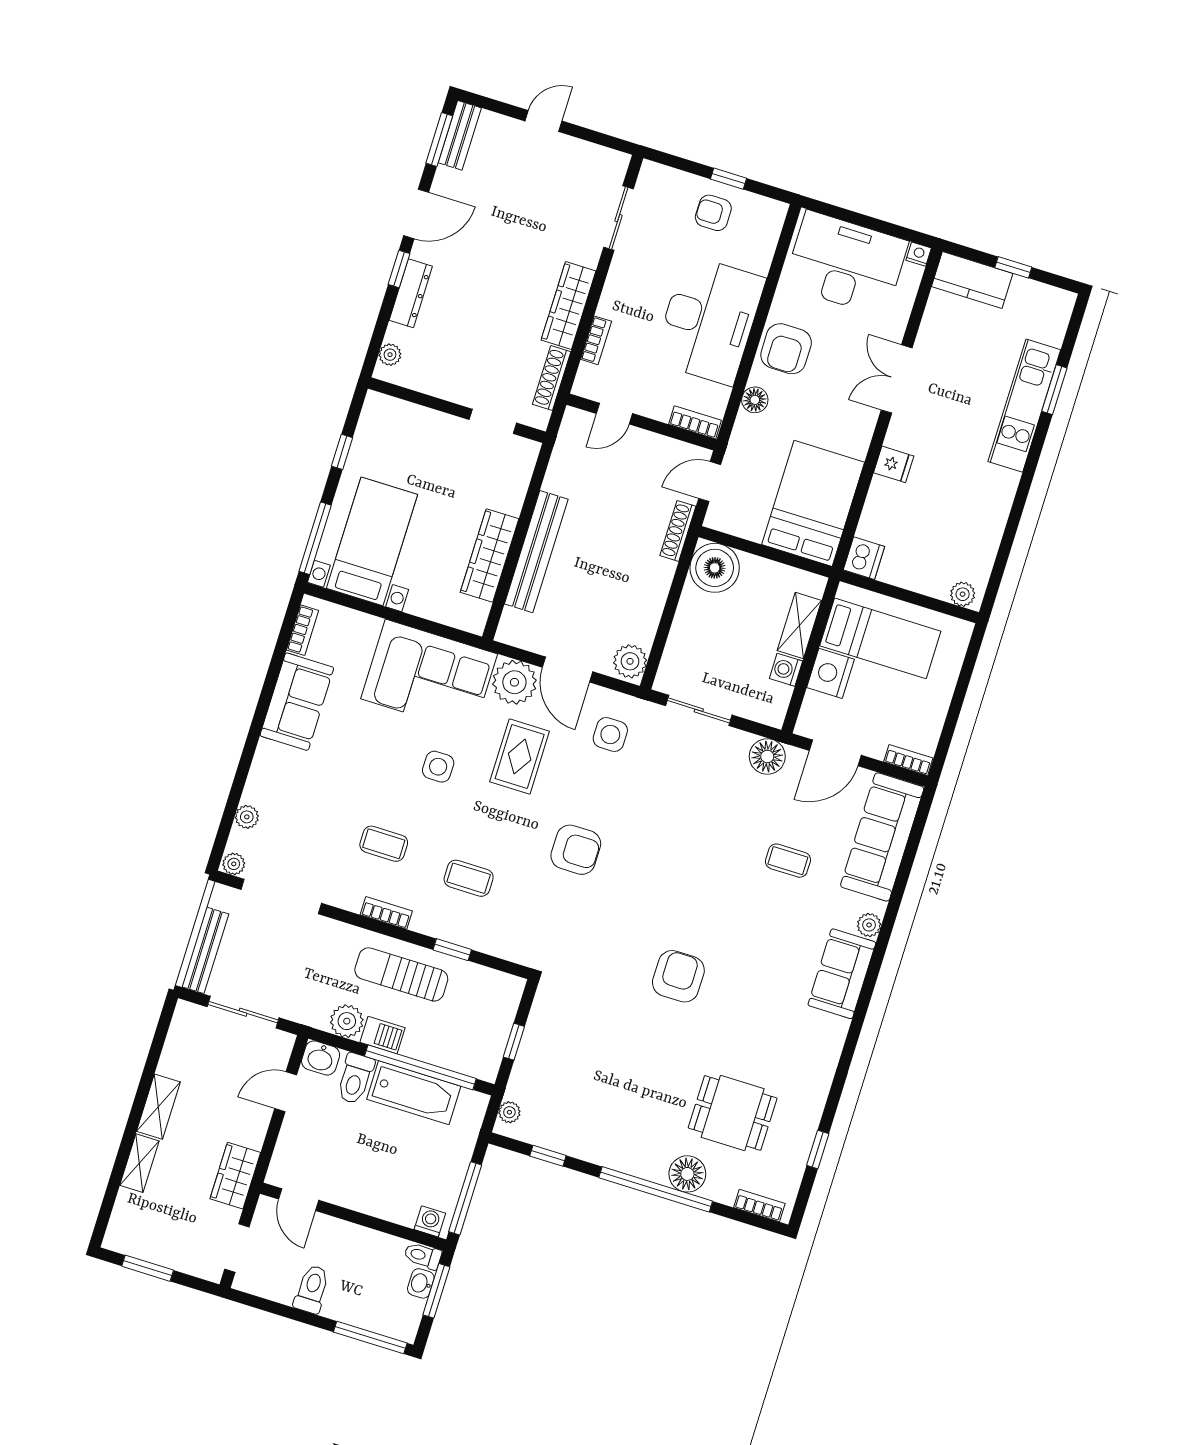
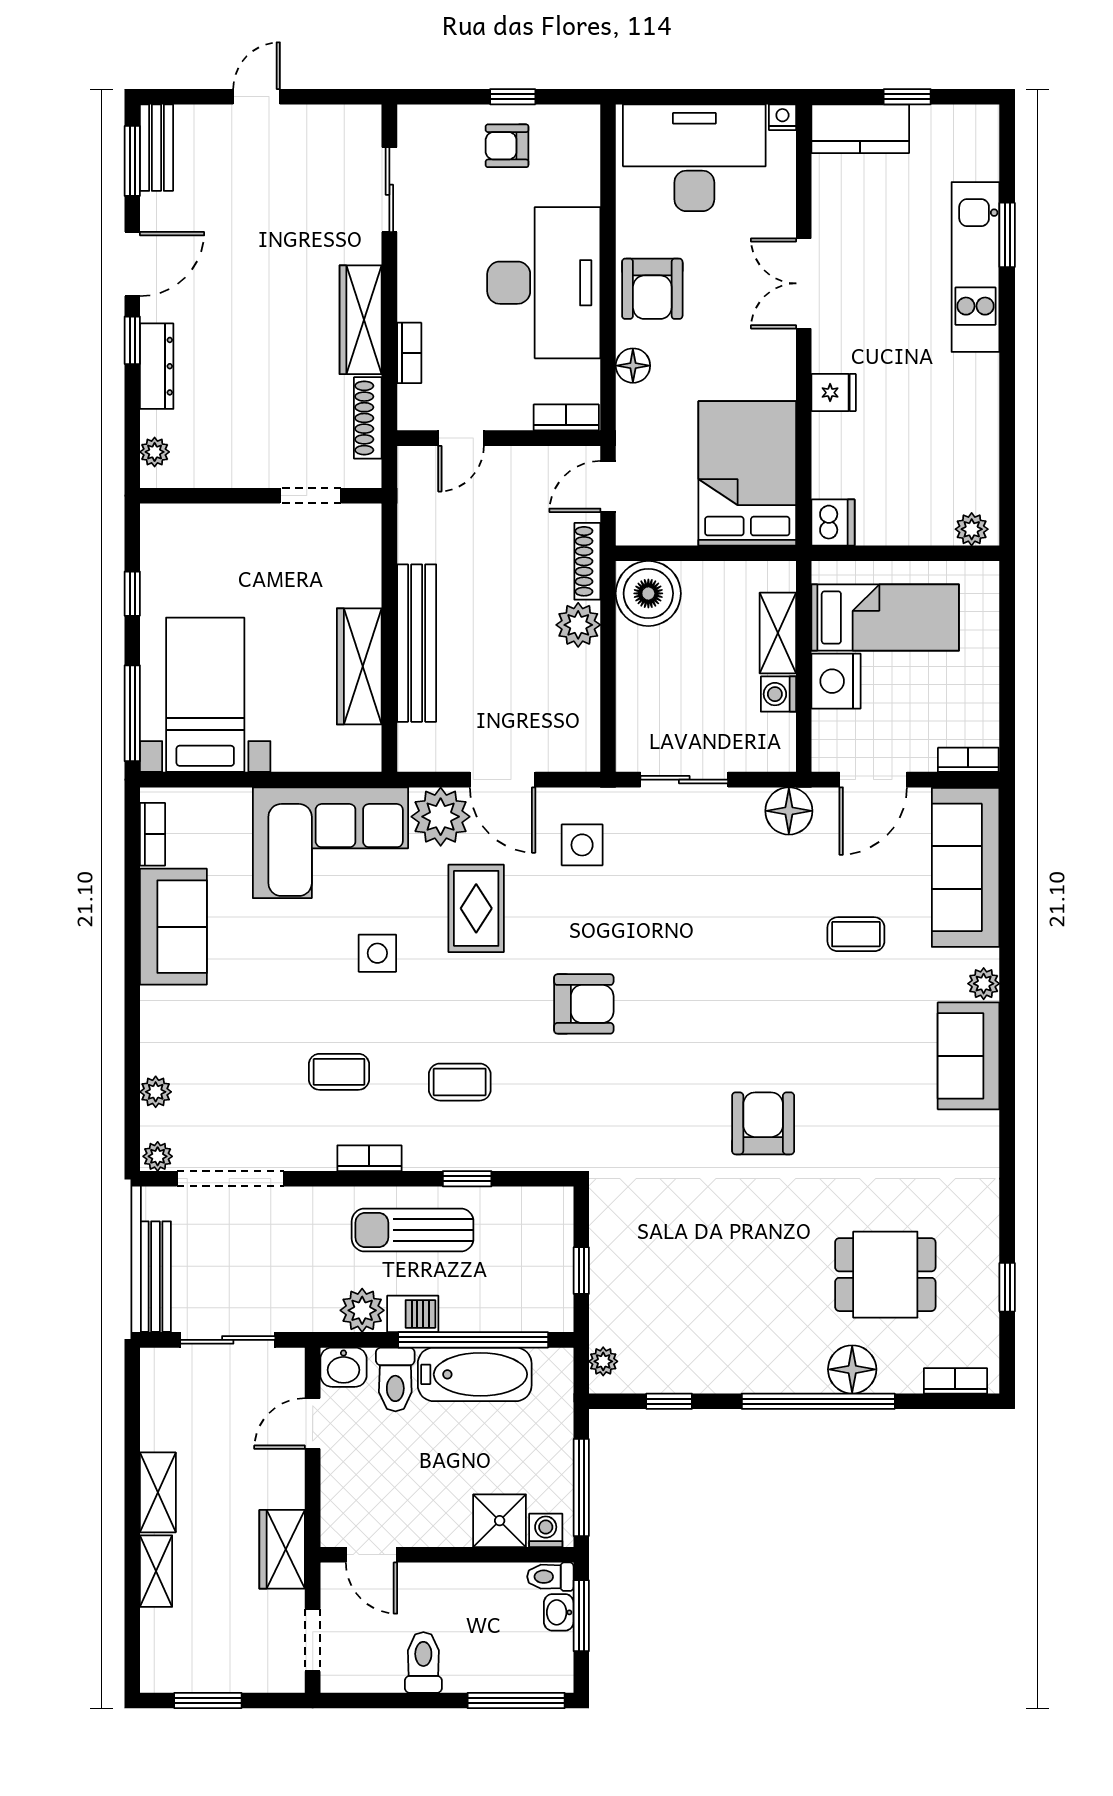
plant: (630, 661) -> (578, 625), moved
shower: (399, 1204) -> (500, 1521), added

